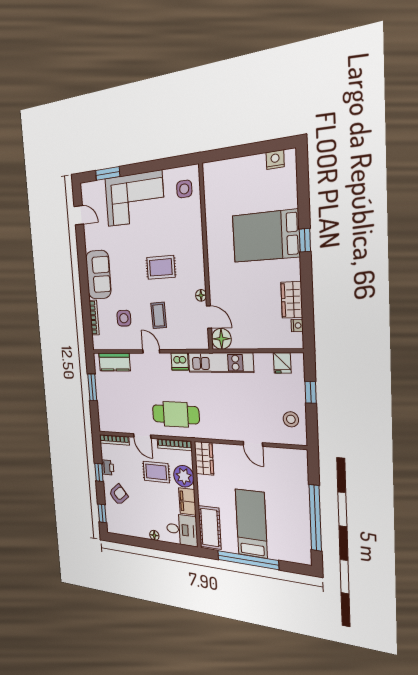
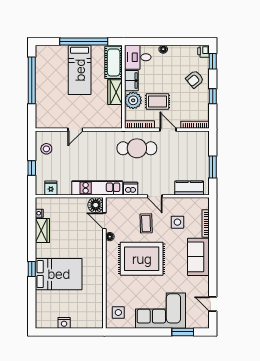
nightstand: (275, 160) -> (64, 323), moved
rug: (161, 267) -> (142, 259), width x1.86, depth x2.06
door: (253, 444) -> (75, 130), swing flipped
wardrobe: (204, 458) -> (115, 92), moved
printer: (108, 467) -> (204, 51), moved

